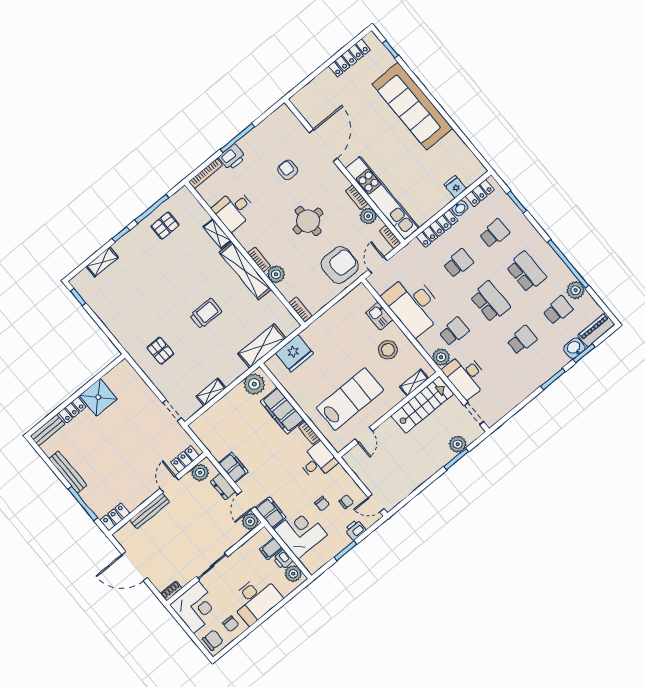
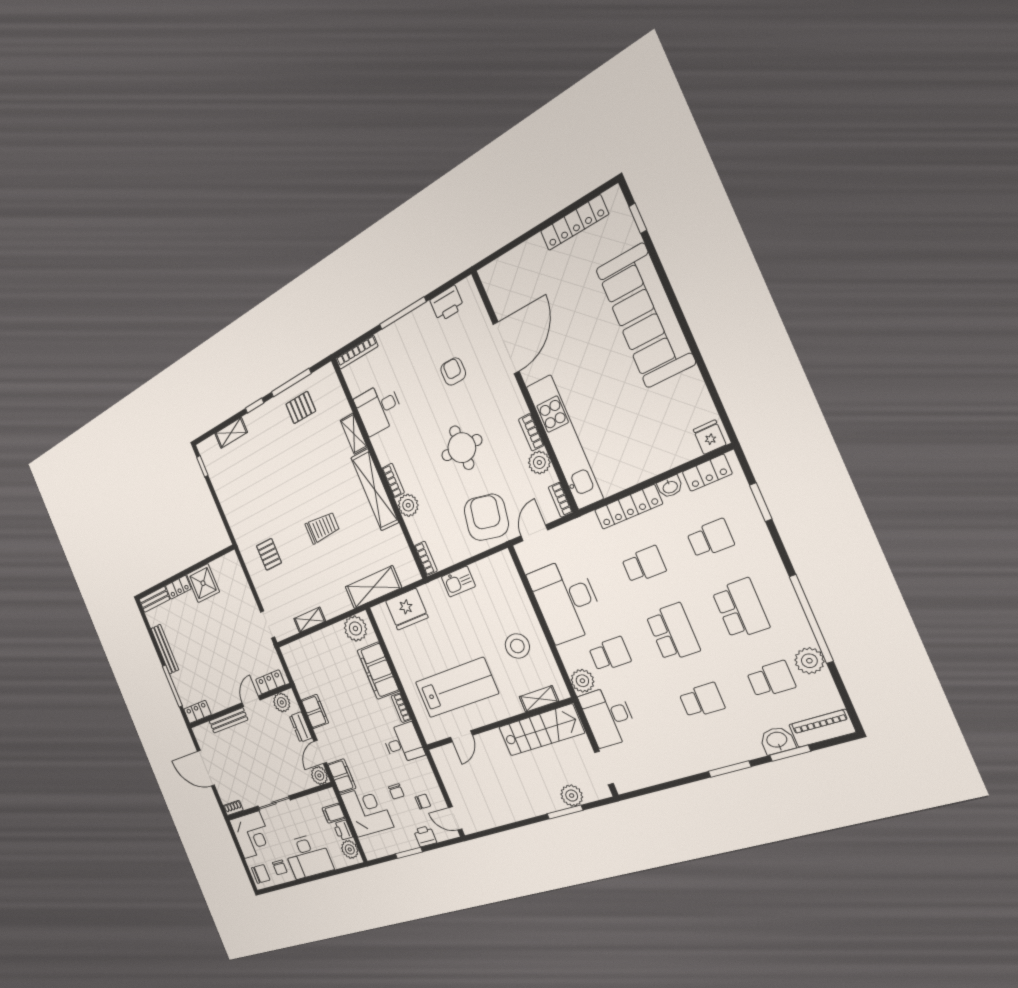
printer: (232, 157) -> (447, 304), moved
fridge: (455, 187) -> (710, 437), moved
armchair: (340, 265) -> (486, 517), turned -79
kitchen sink: (379, 316) -> (458, 582), moved, turned -90

